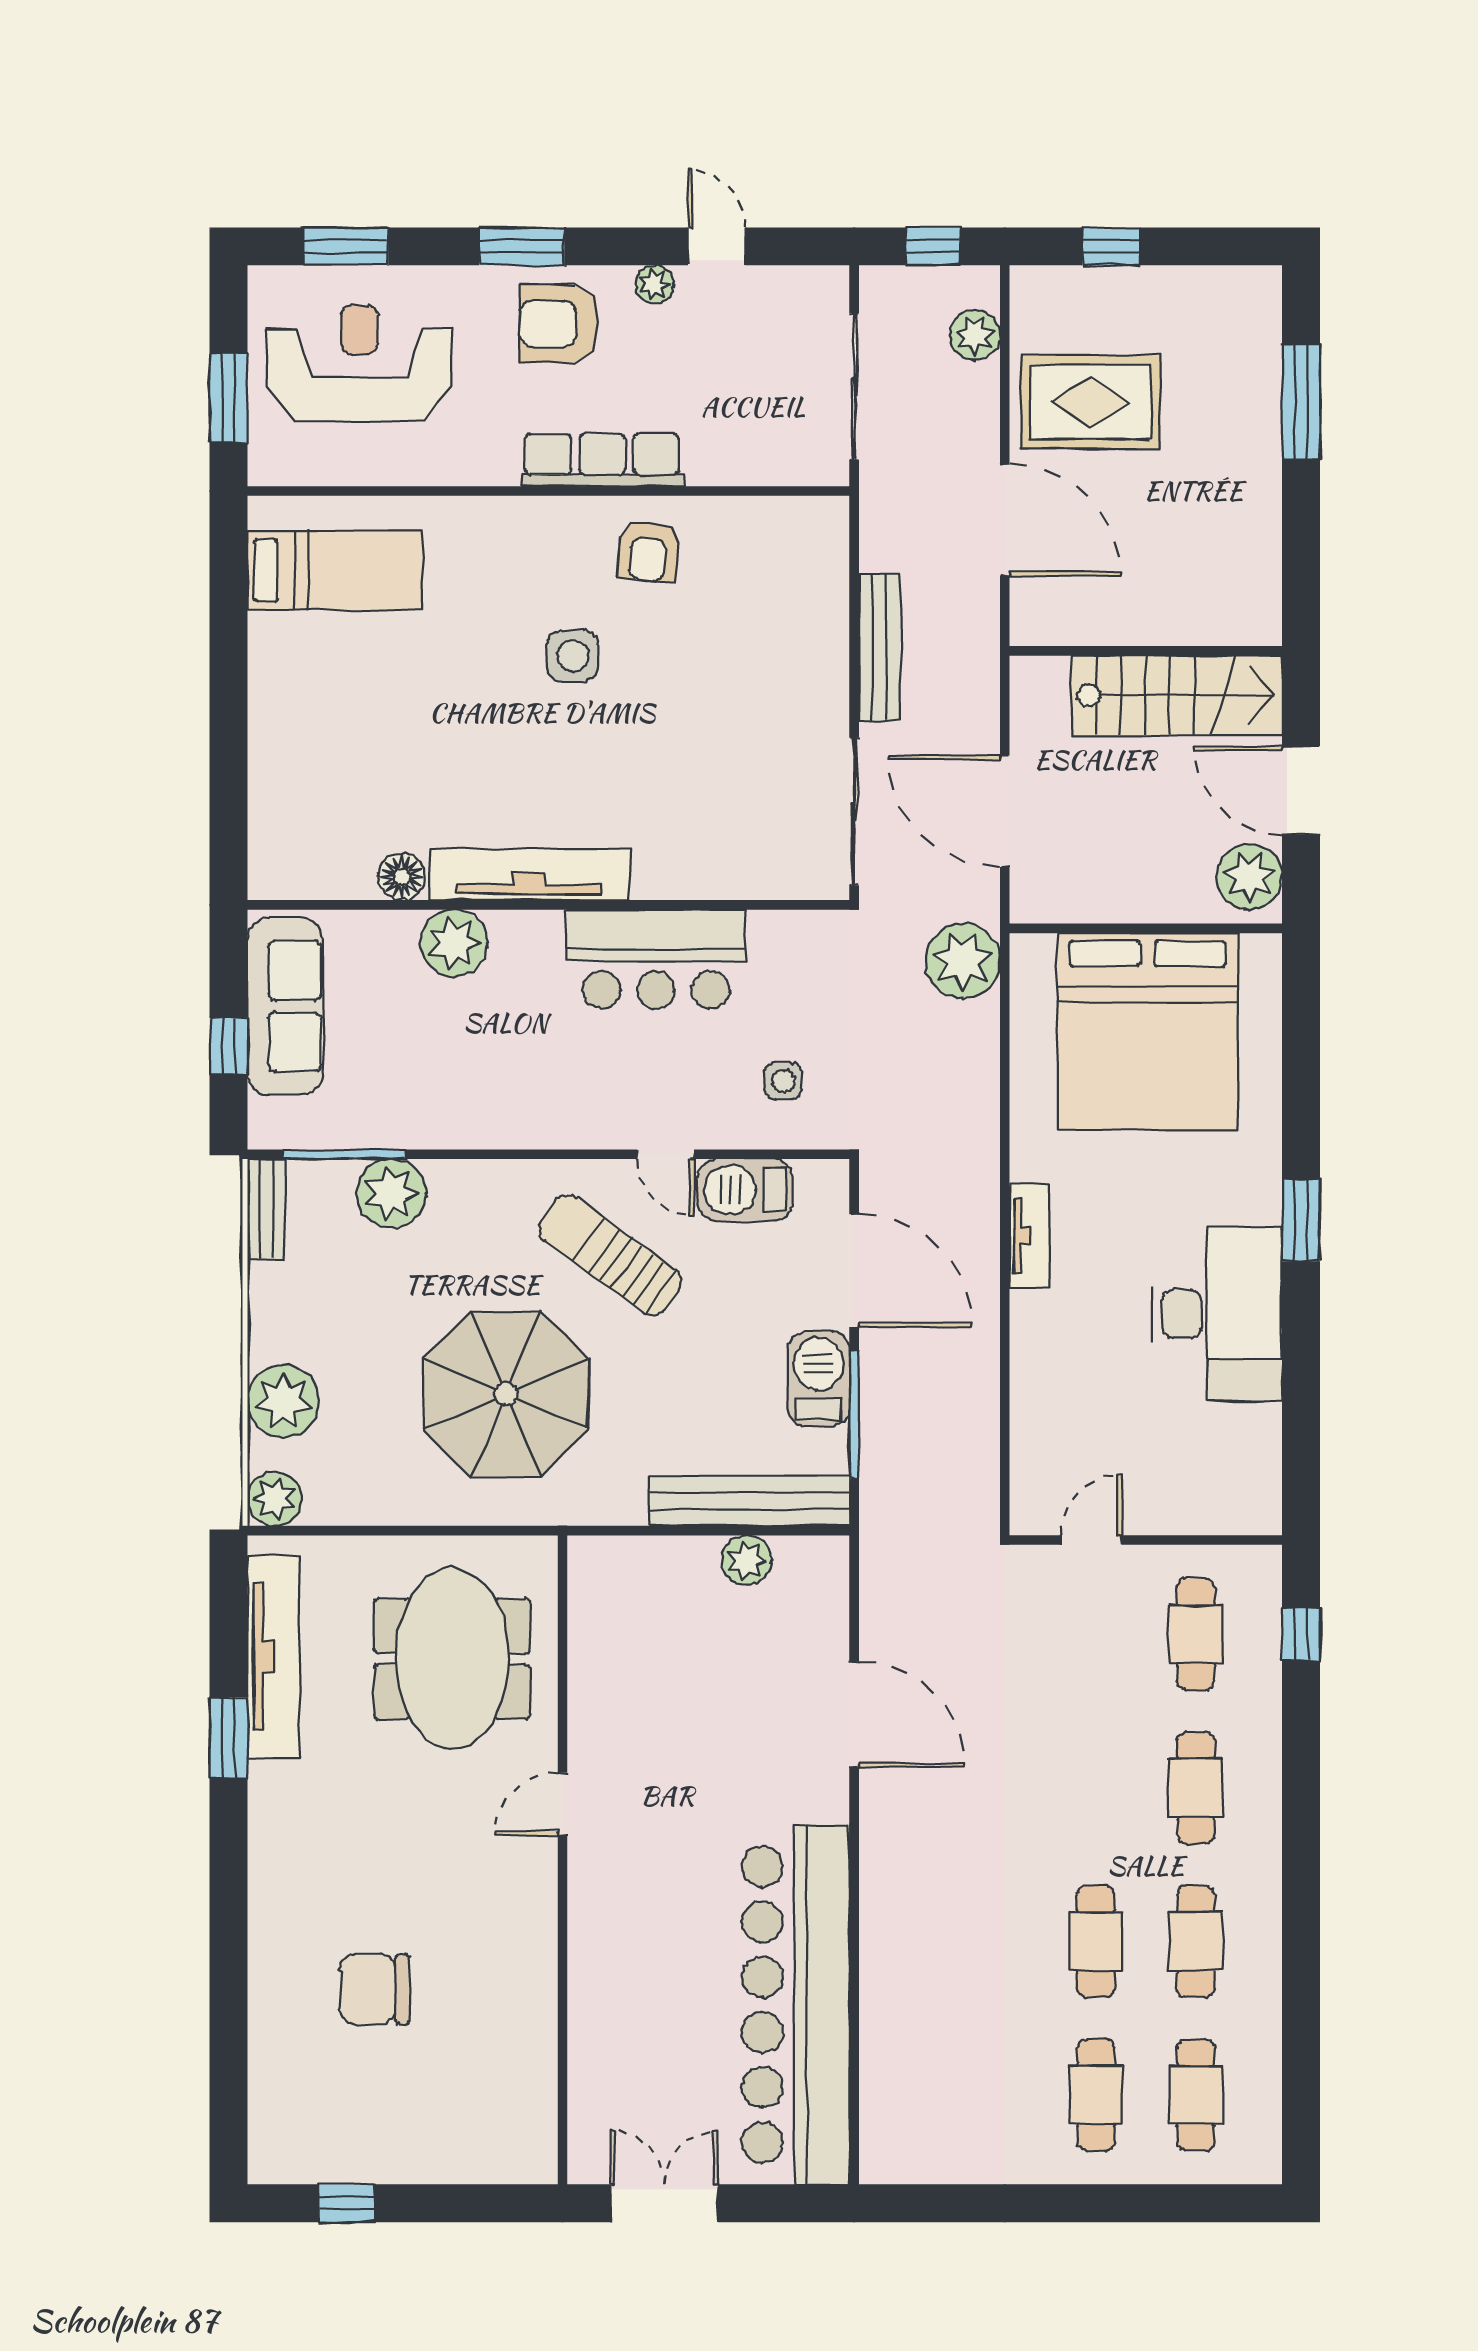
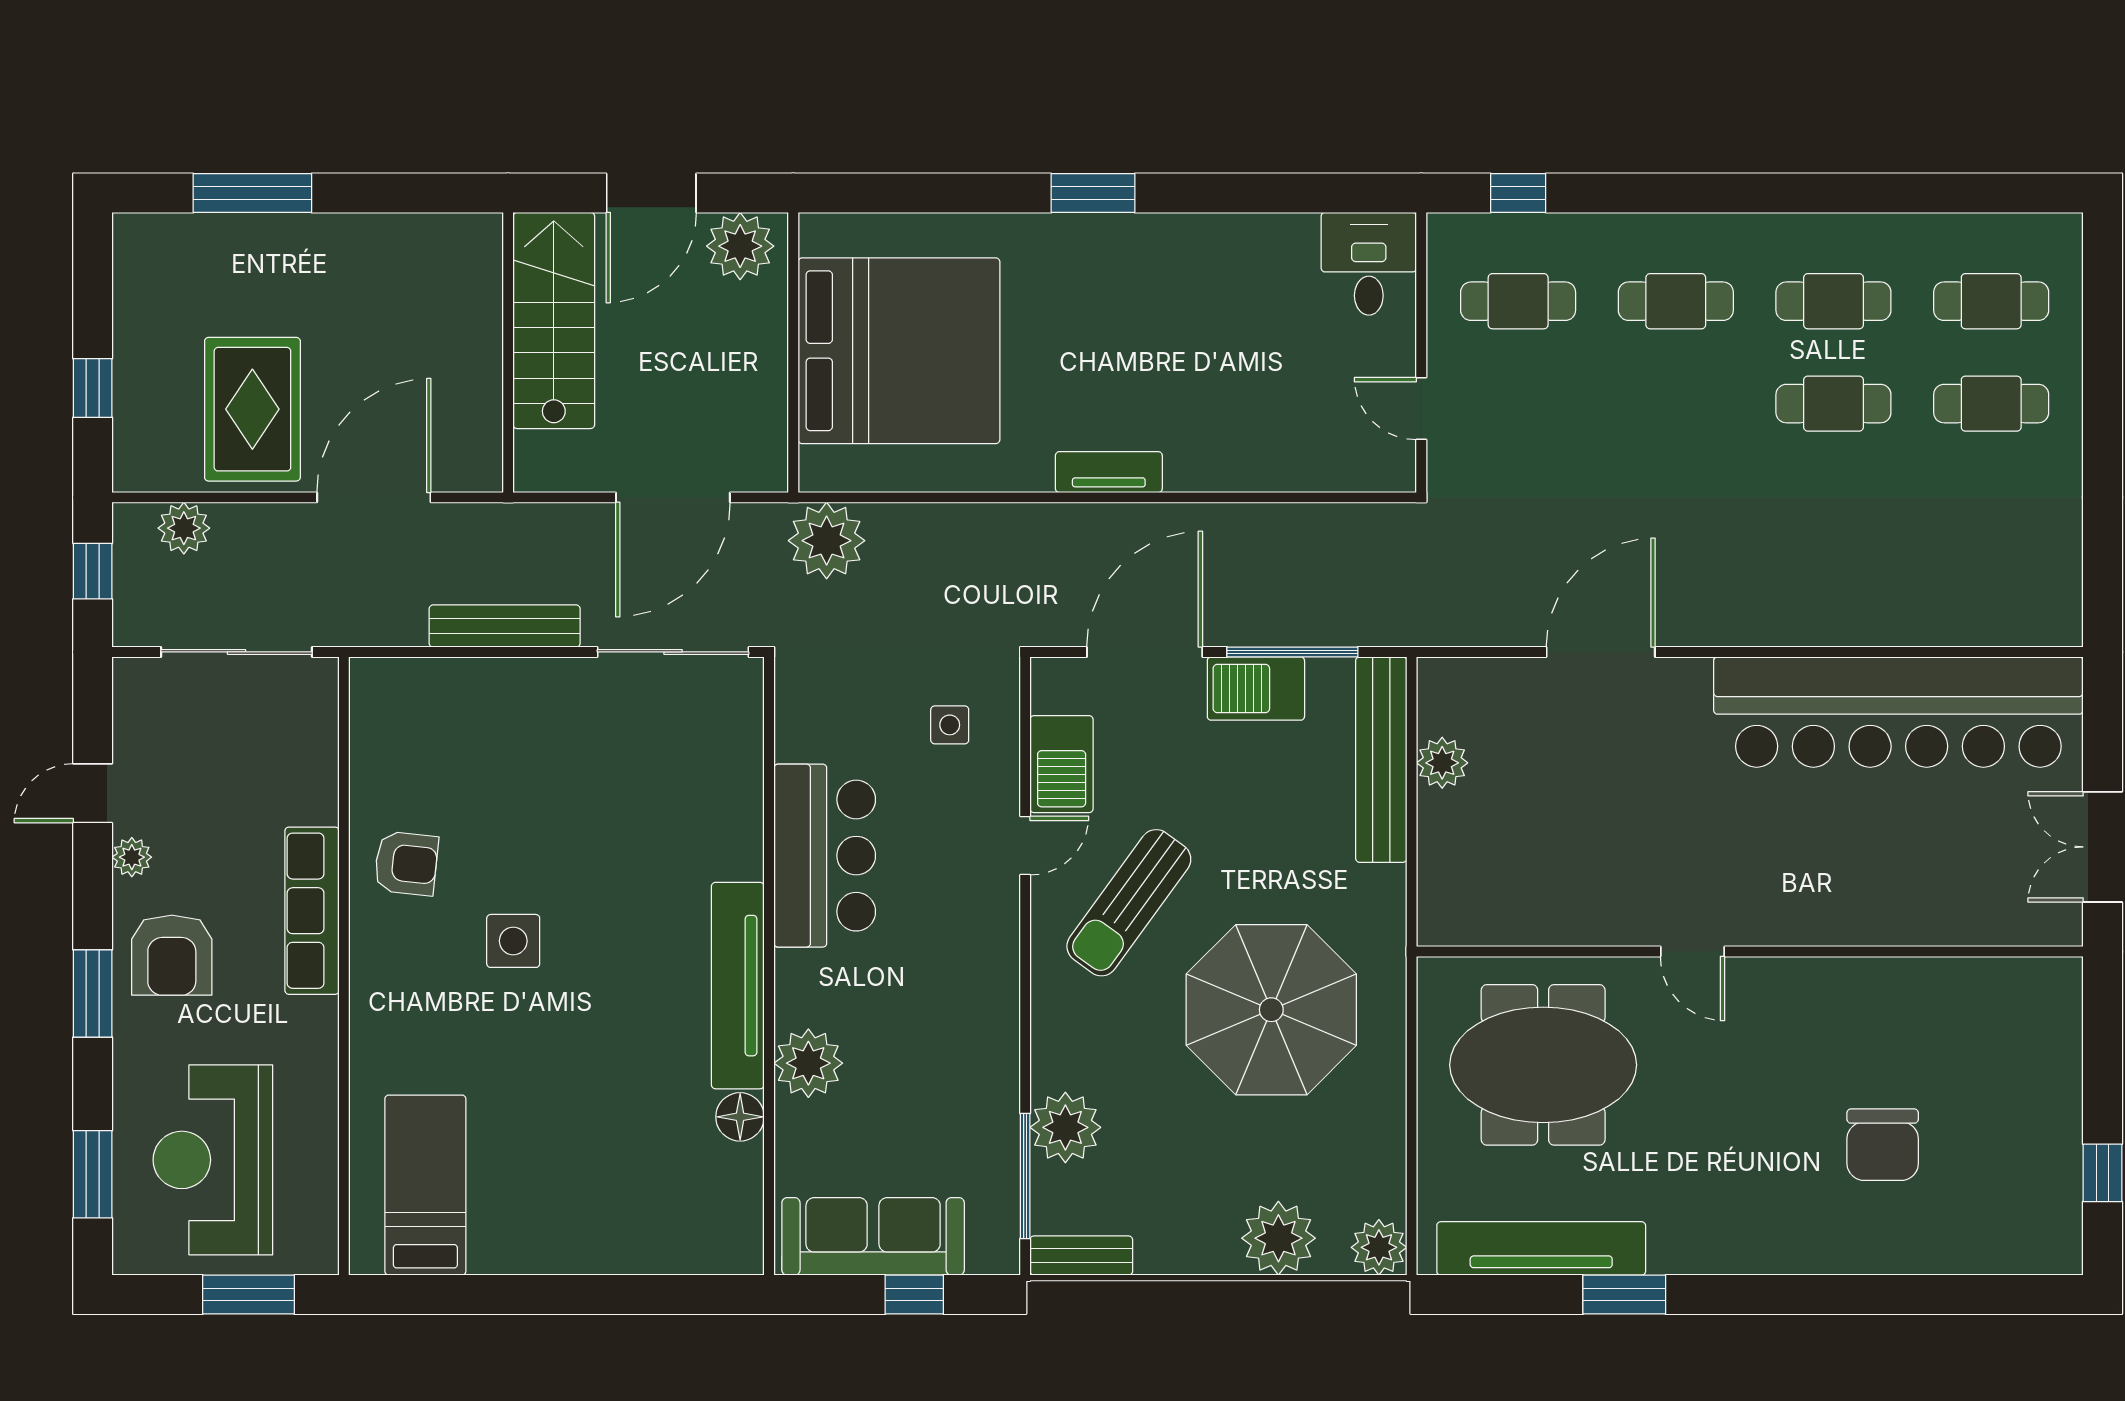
desk: (1217, 1314) -> (1369, 264), moved, width x0.53, depth x0.77

